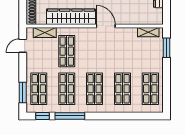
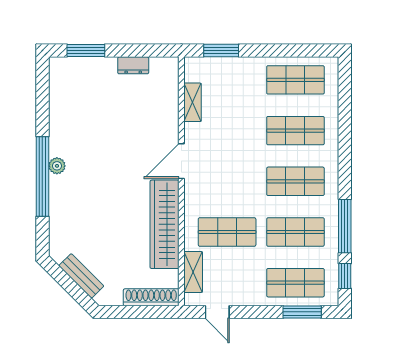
shelving: (148, 32) -> (193, 102), moved

